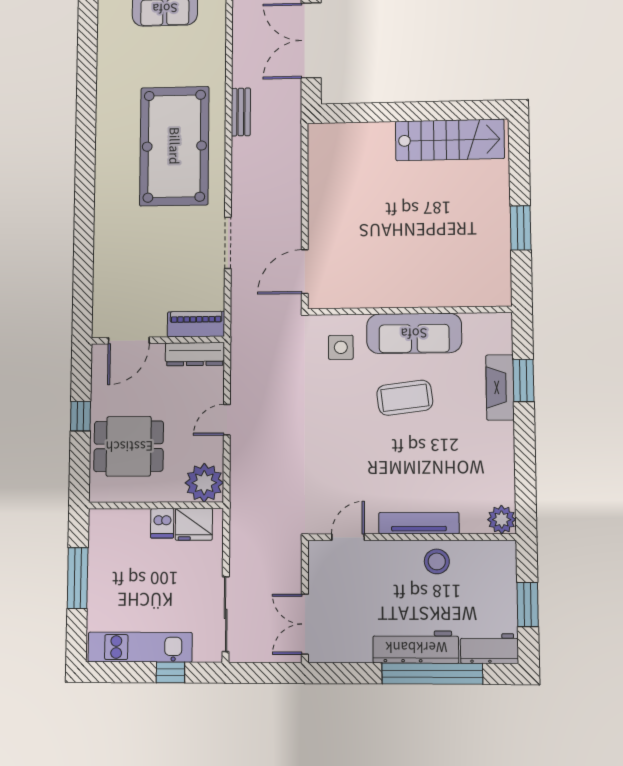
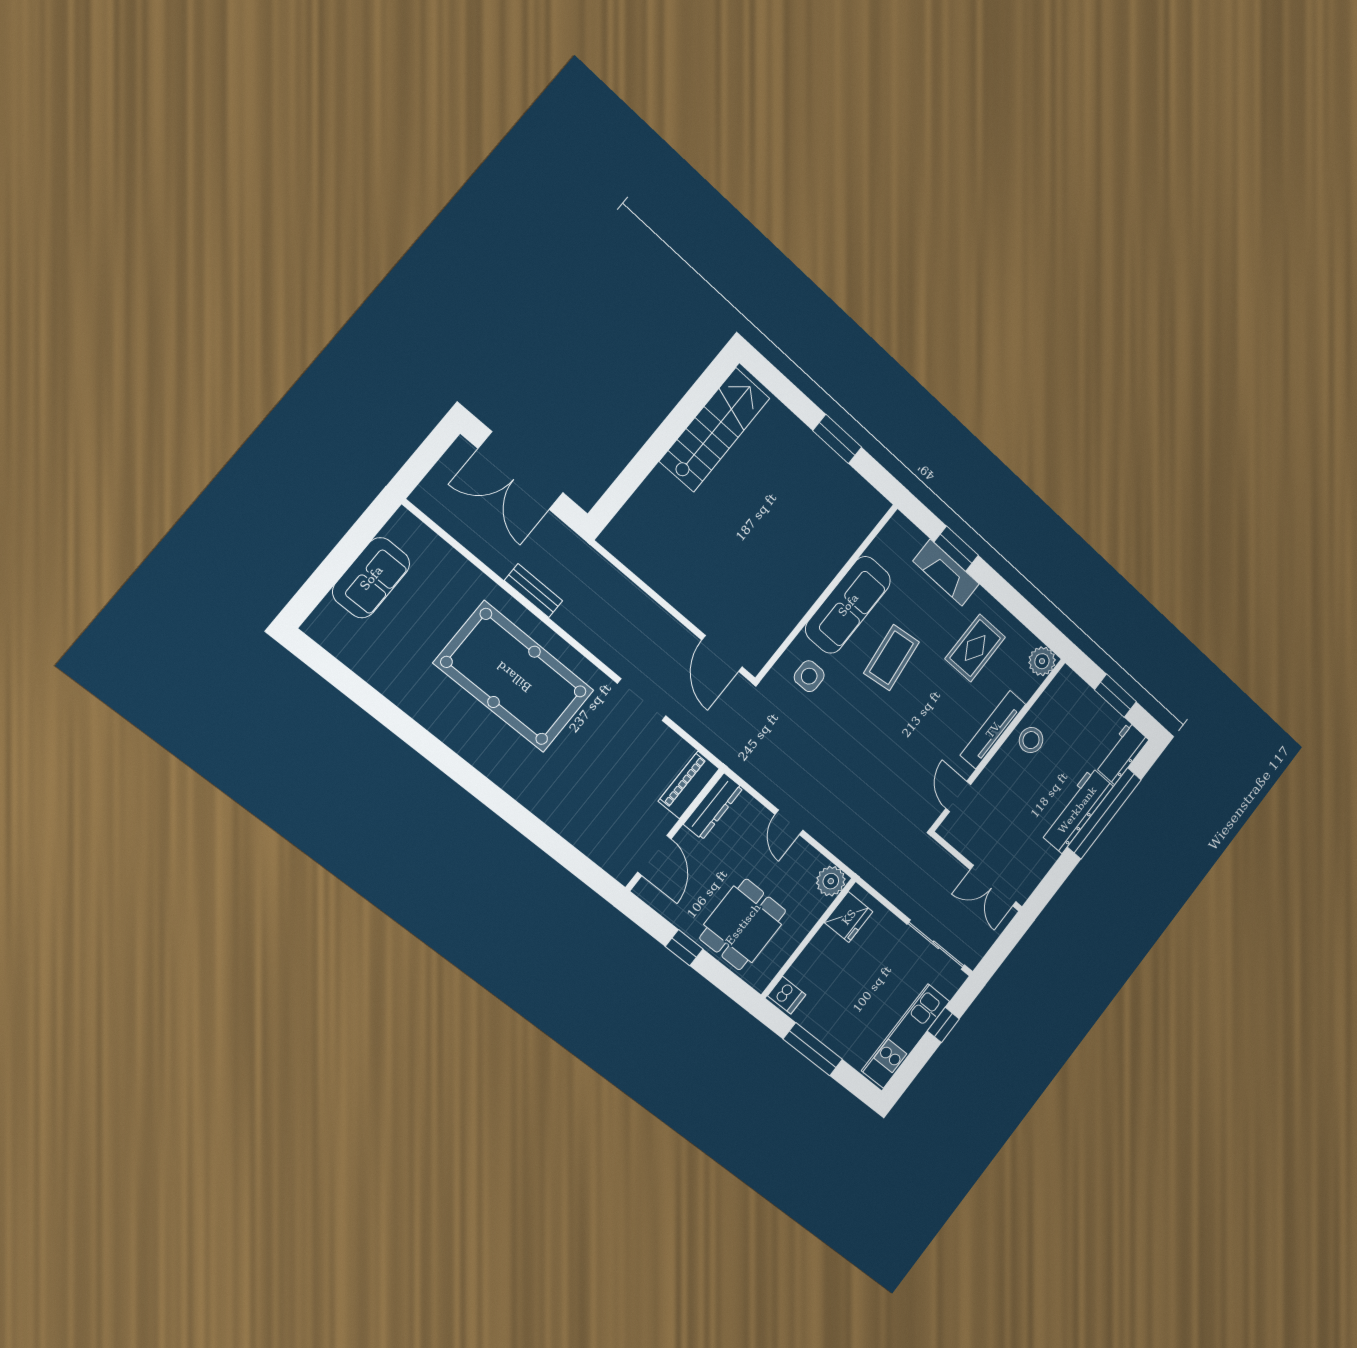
rug: (466, 457) -> (975, 648), added
plant: (204, 483) -> (831, 881), width x0.73, depth x0.73
dishwasher: (162, 523) -> (787, 995), moved

